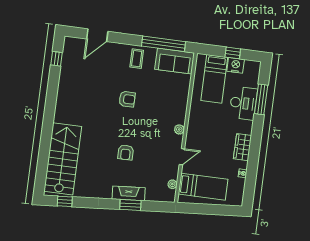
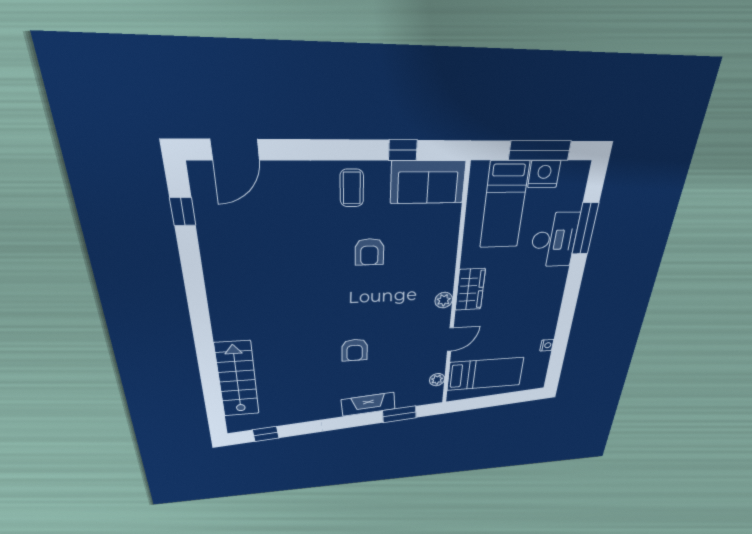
door: (97, 35) -> (235, 150), moved
window: (163, 44) -> (403, 150), width x0.32
window: (233, 53) -> (540, 151), width x2.17
armchair: (127, 99) -> (369, 252), moved, turned 90
wardrobe: (242, 147) -> (470, 289), moved, turned 180
stairs: (63, 159) -> (237, 379), width x0.73, depth x0.66
window: (130, 205) -> (399, 414), moved

